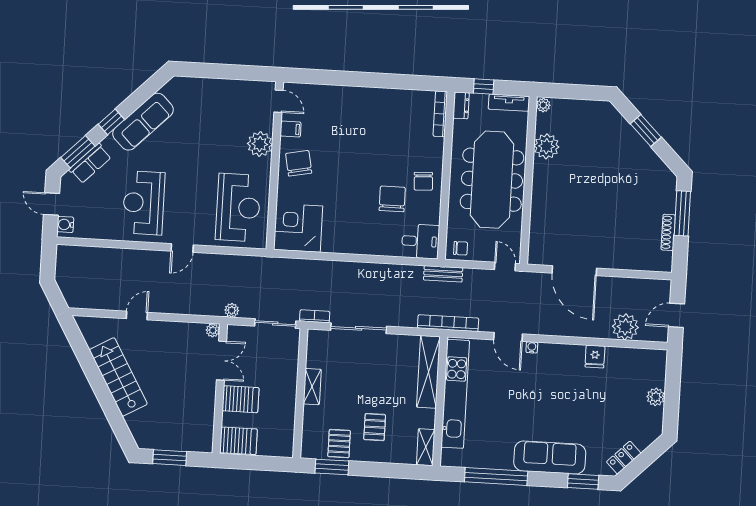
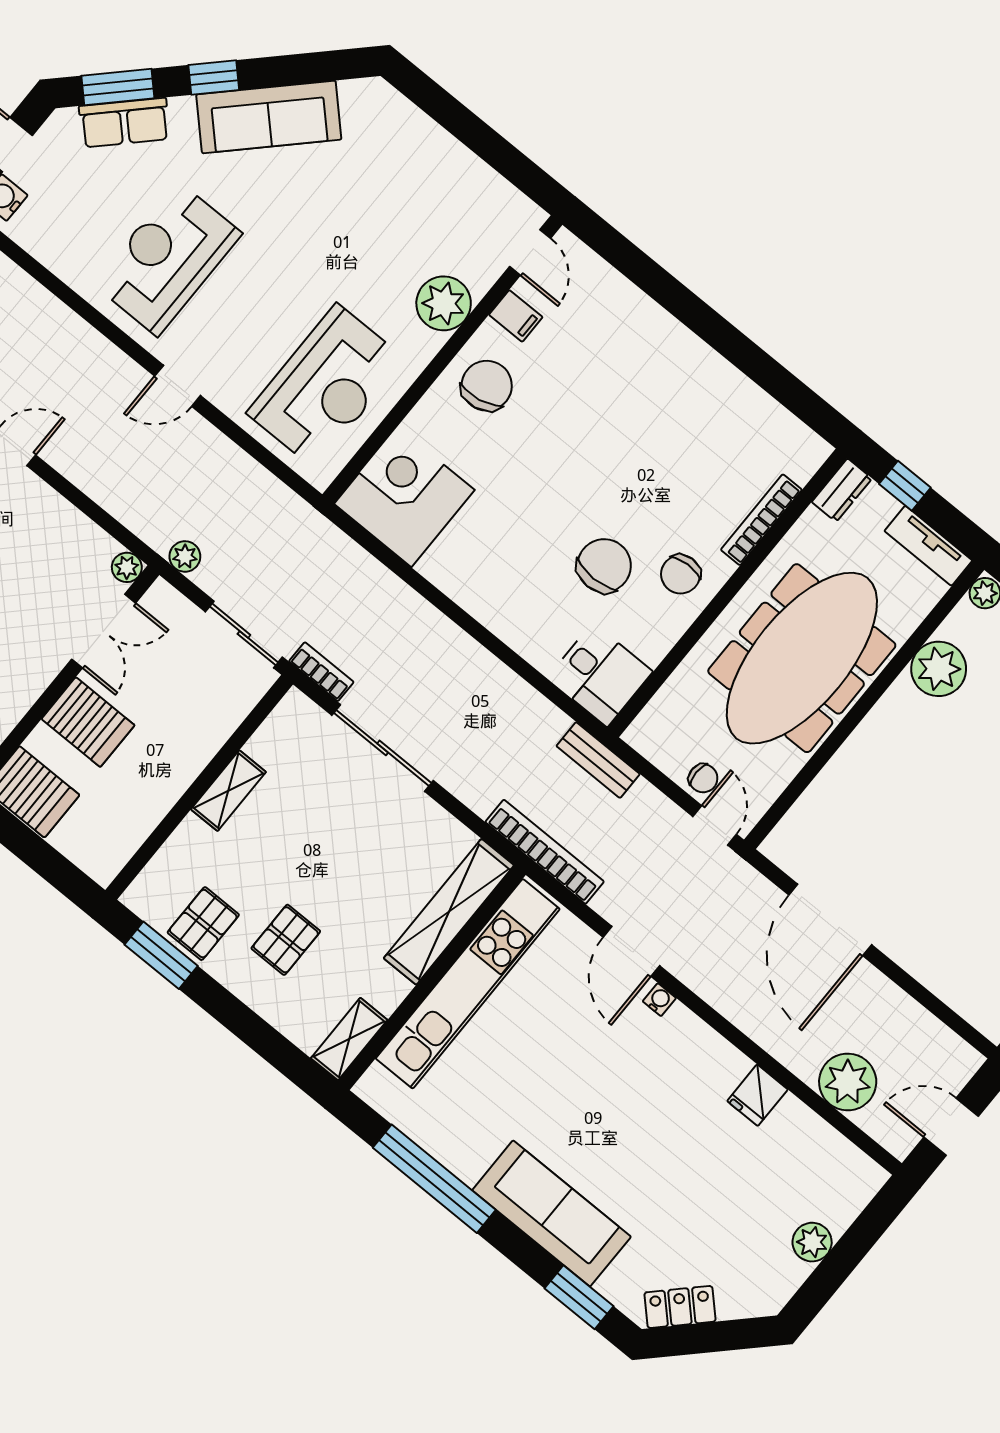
bookcase: (440, 114) -> (761, 520), moved
chair: (461, 248) -> (703, 778), moved

